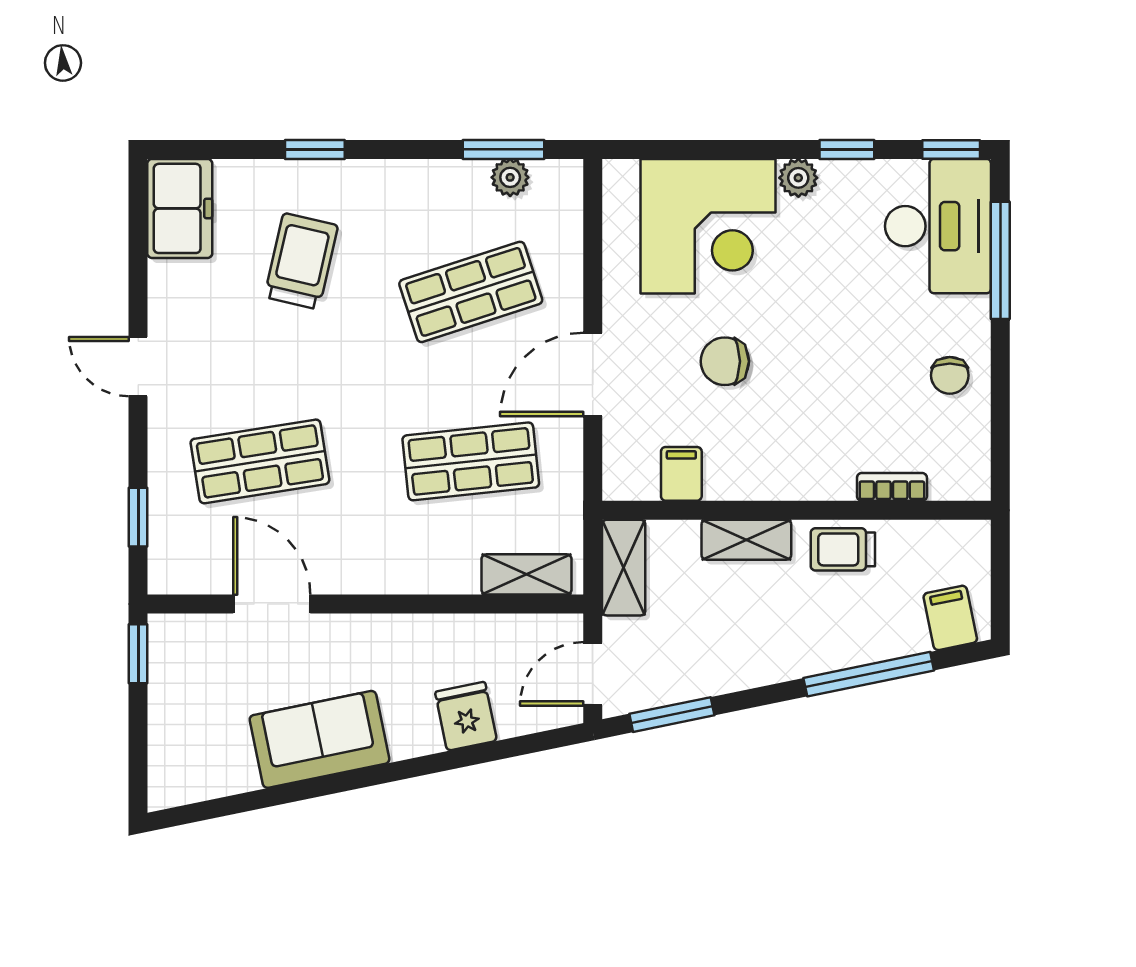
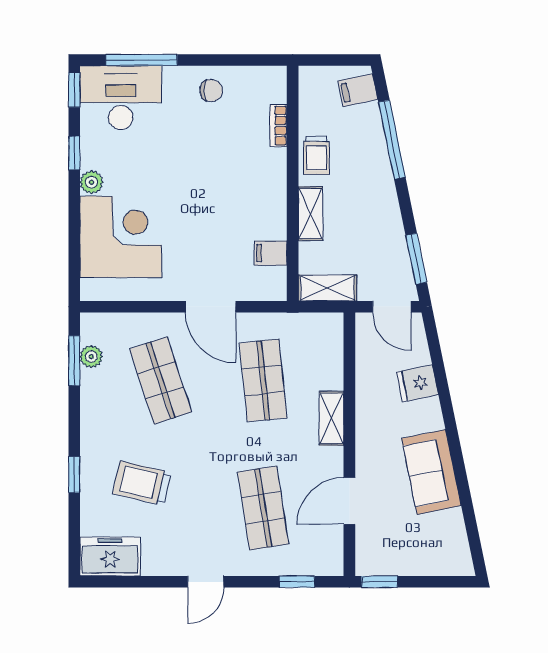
chair: (725, 361) -> (203, 227), removed
shelving: (527, 574) -> (331, 418), moved

